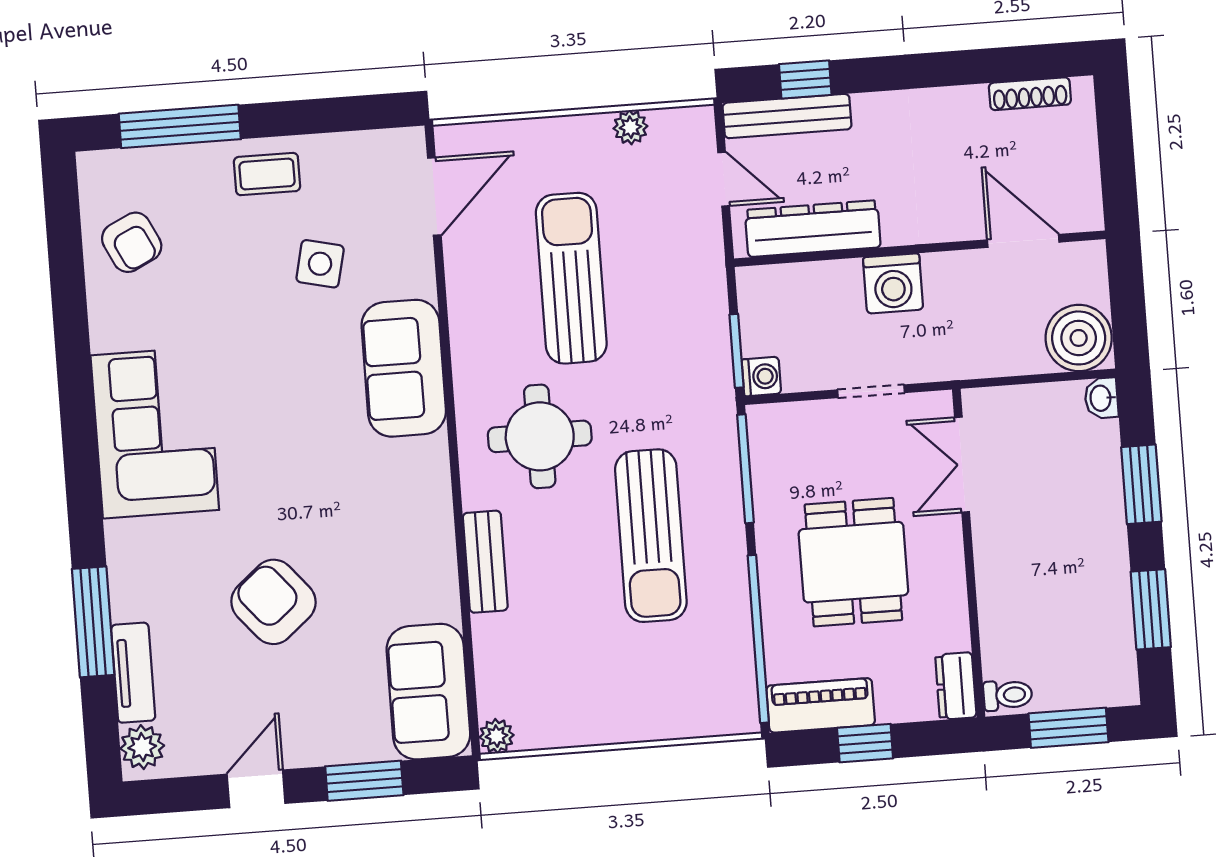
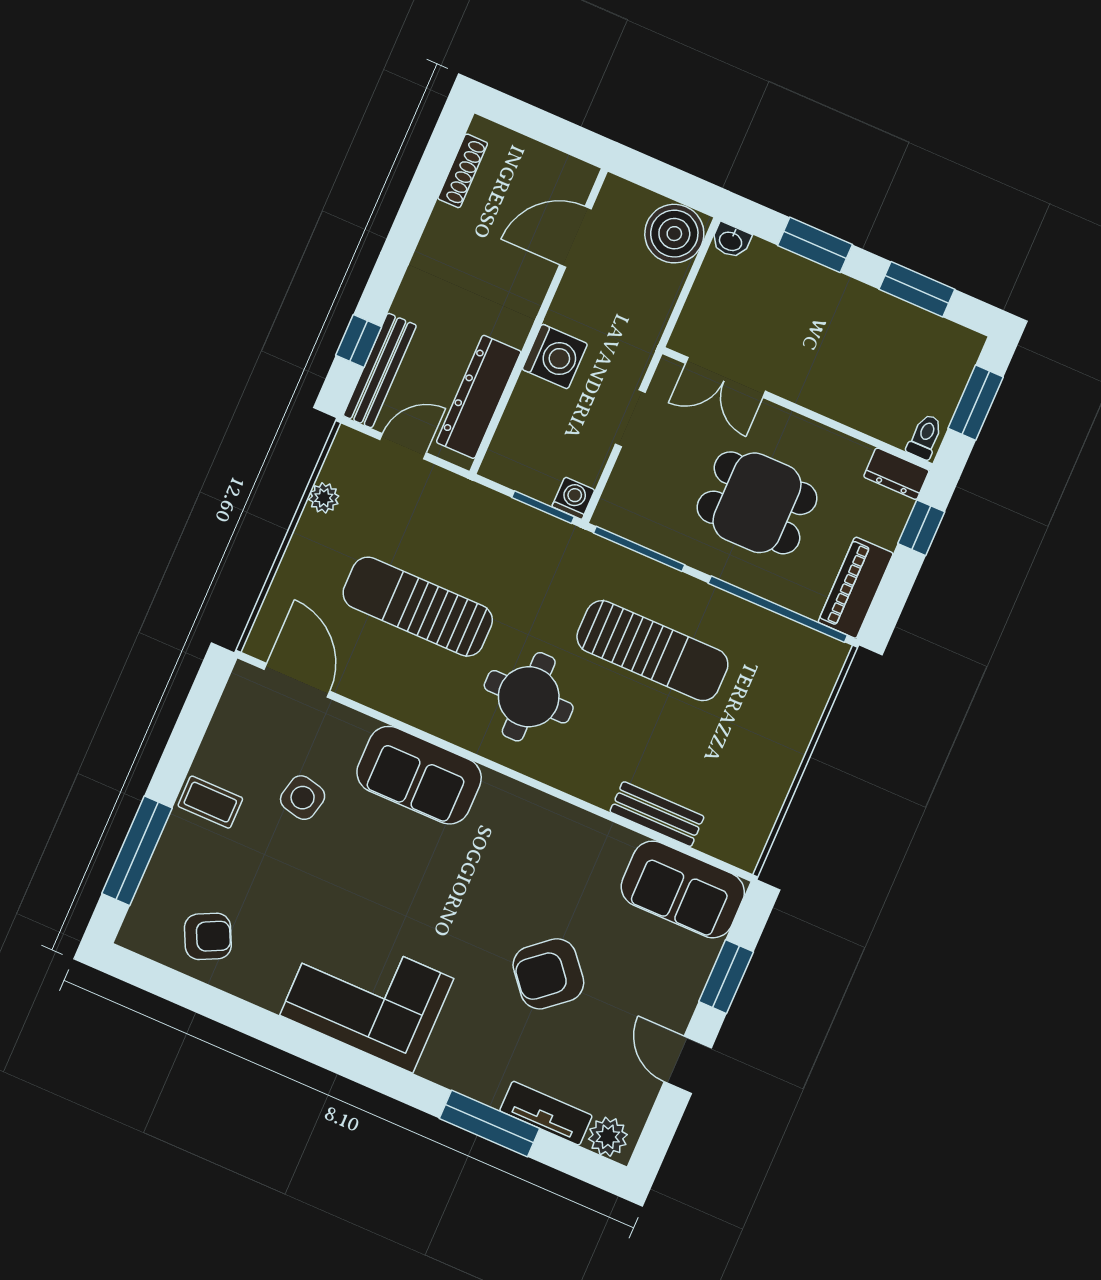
coffee table: (267, 174) -> (210, 802), turned 90
bench: (485, 562) -> (657, 814), moved
plant: (497, 736) -> (746, 854), removed
window: (865, 743) -> (921, 528), moved

